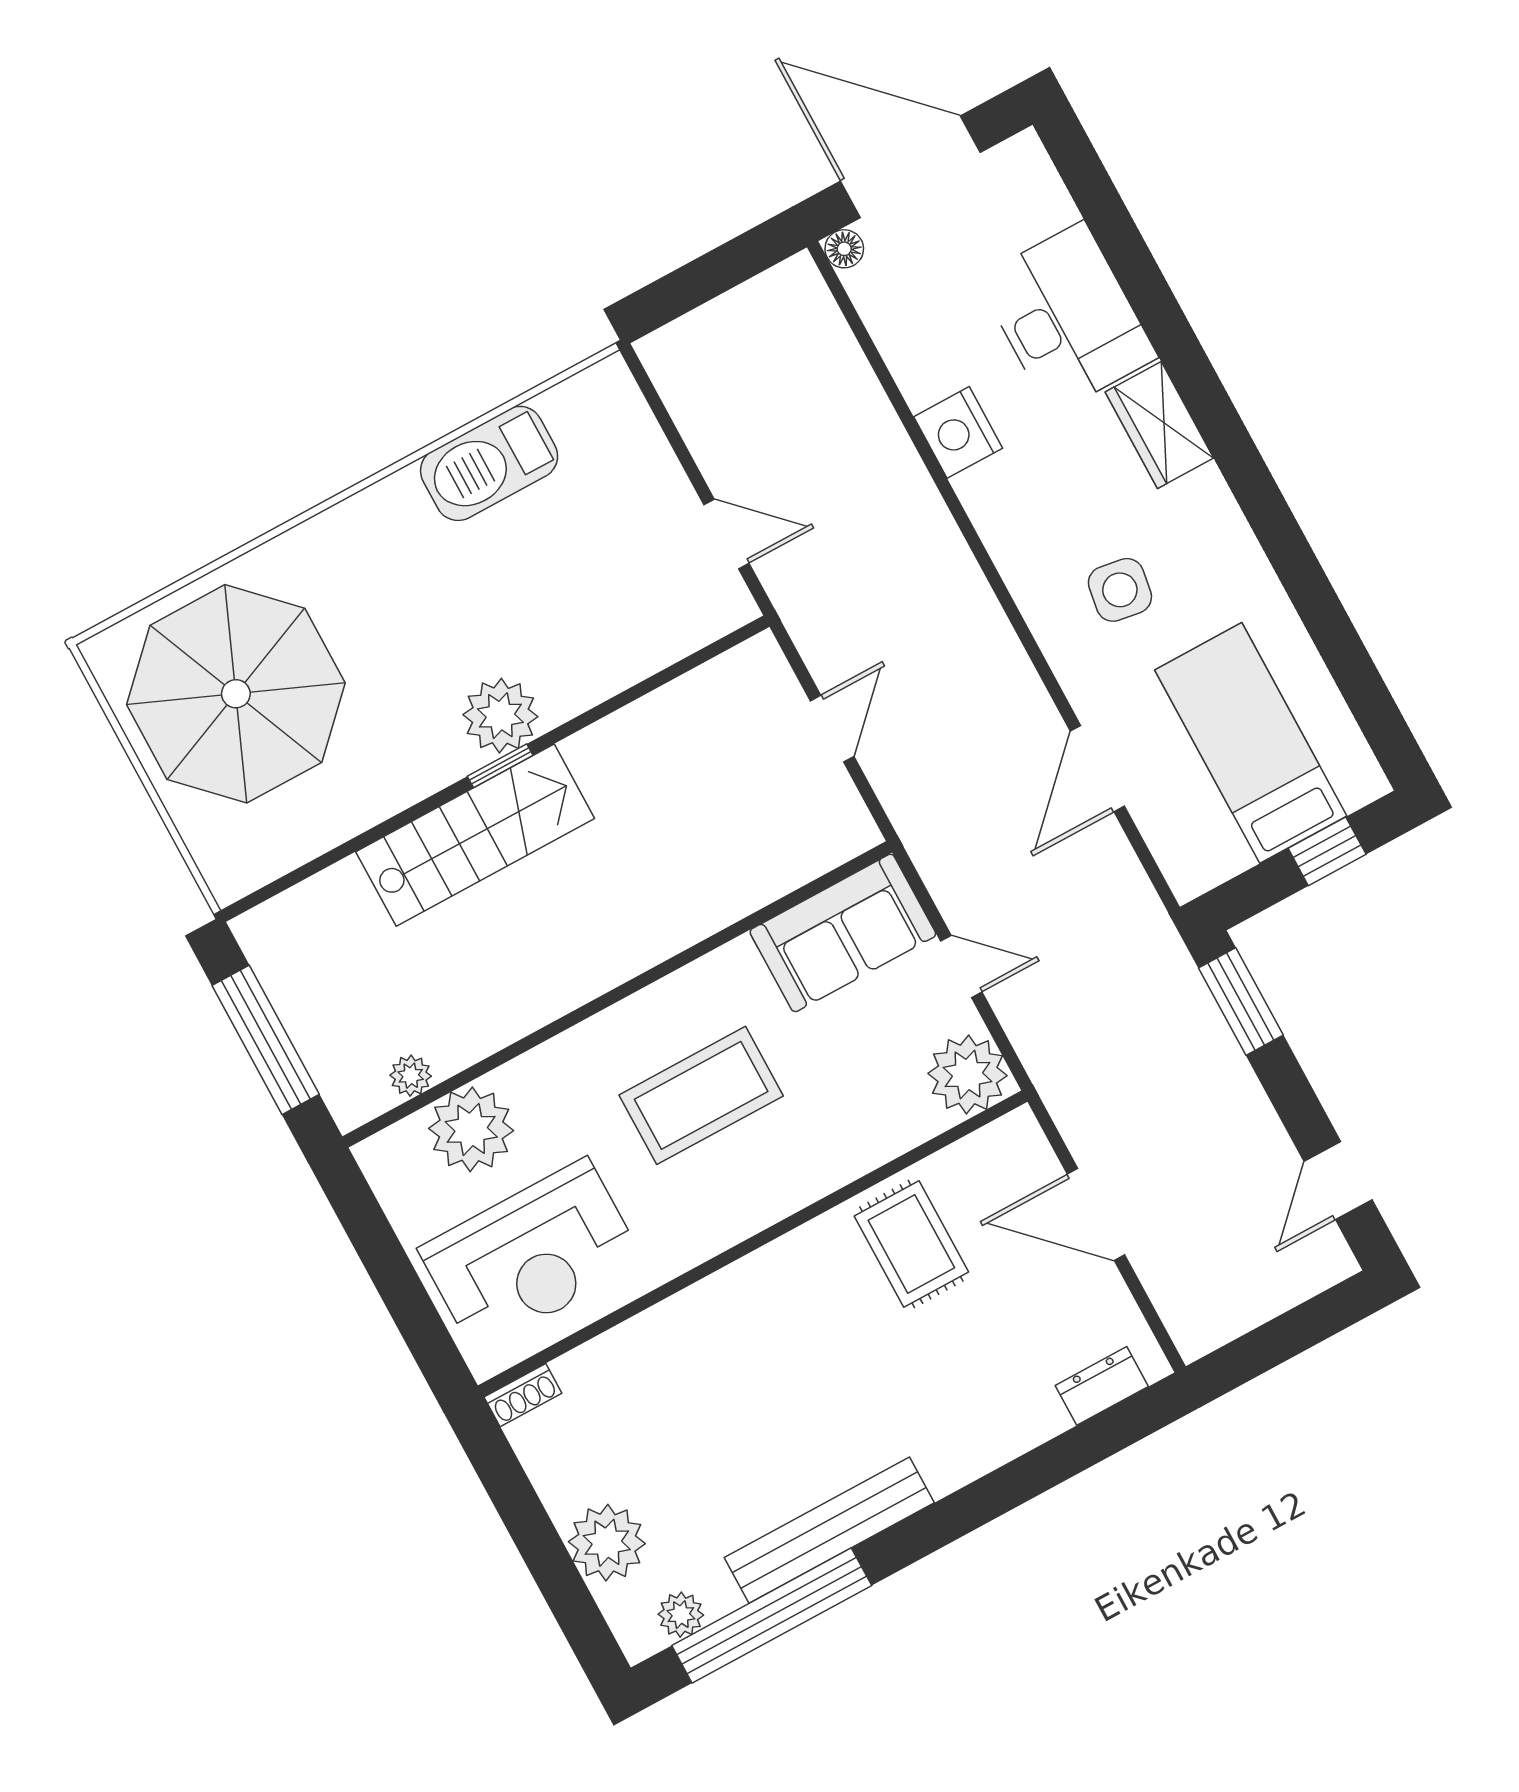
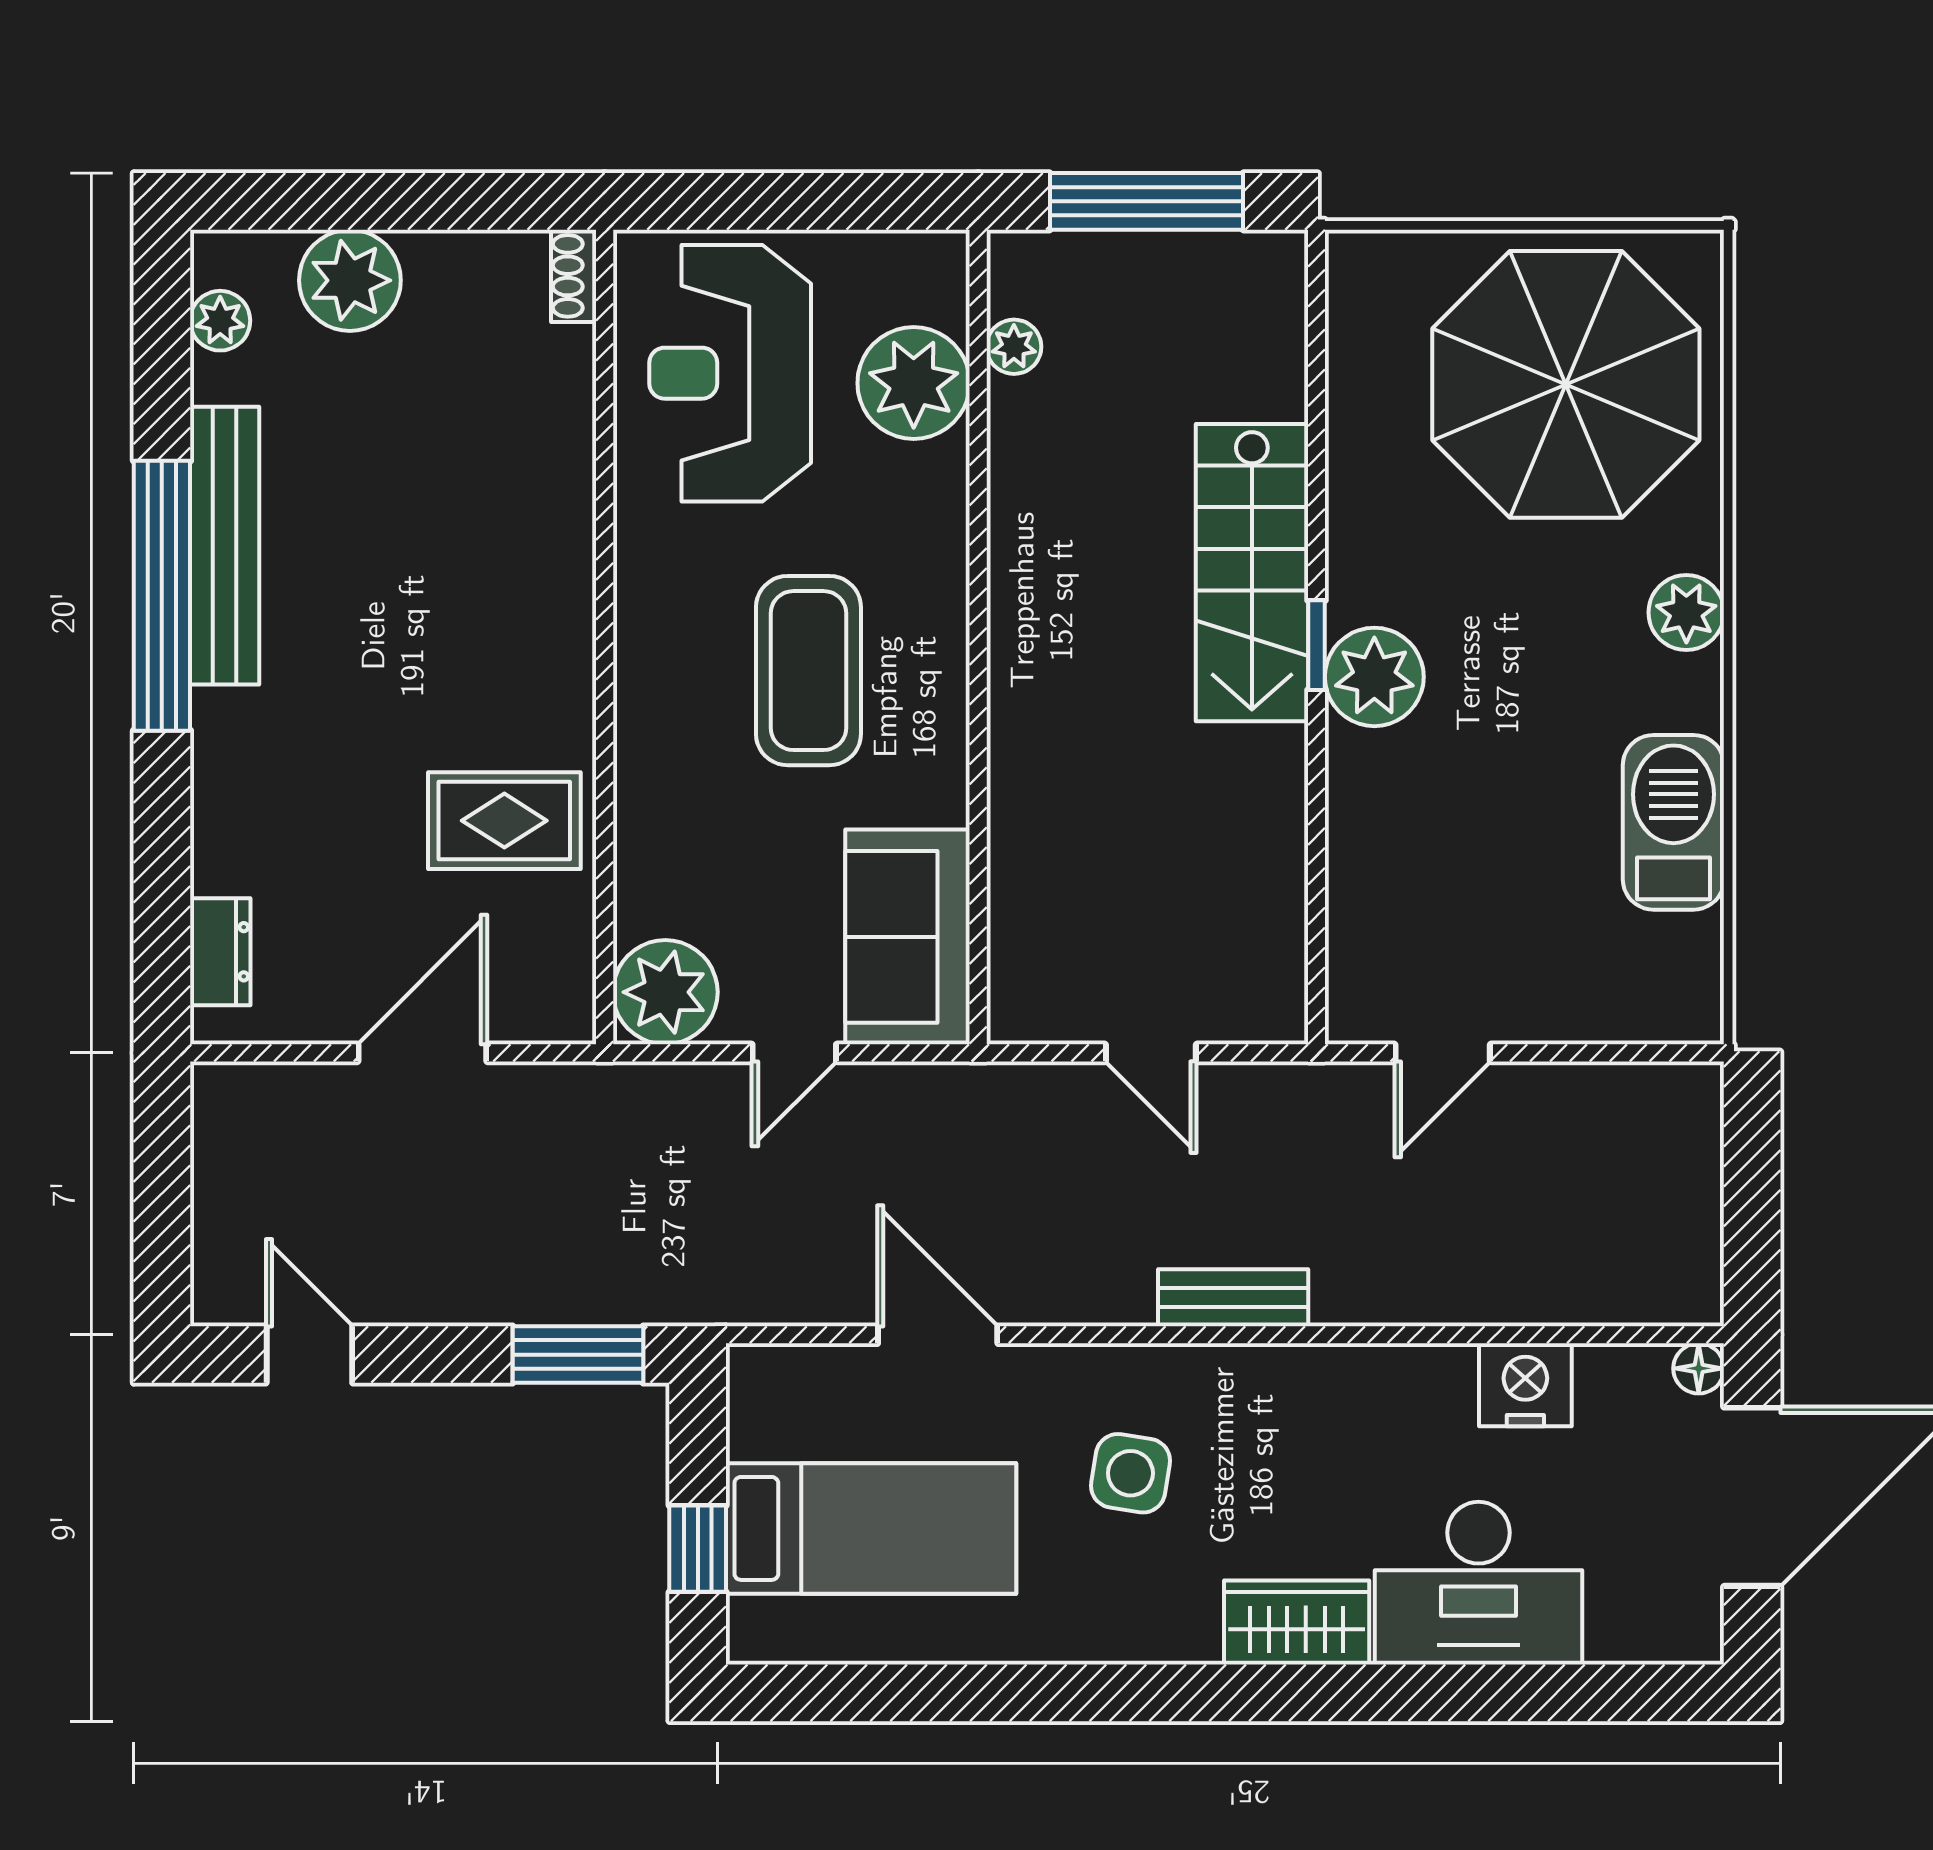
nightstand: (958, 432) -> (1525, 1385), moved
plant: (344, 531) -> (1686, 612), added
bench: (966, 585) -> (1233, 1298), added
window: (772, 1616) -> (162, 596), moved

